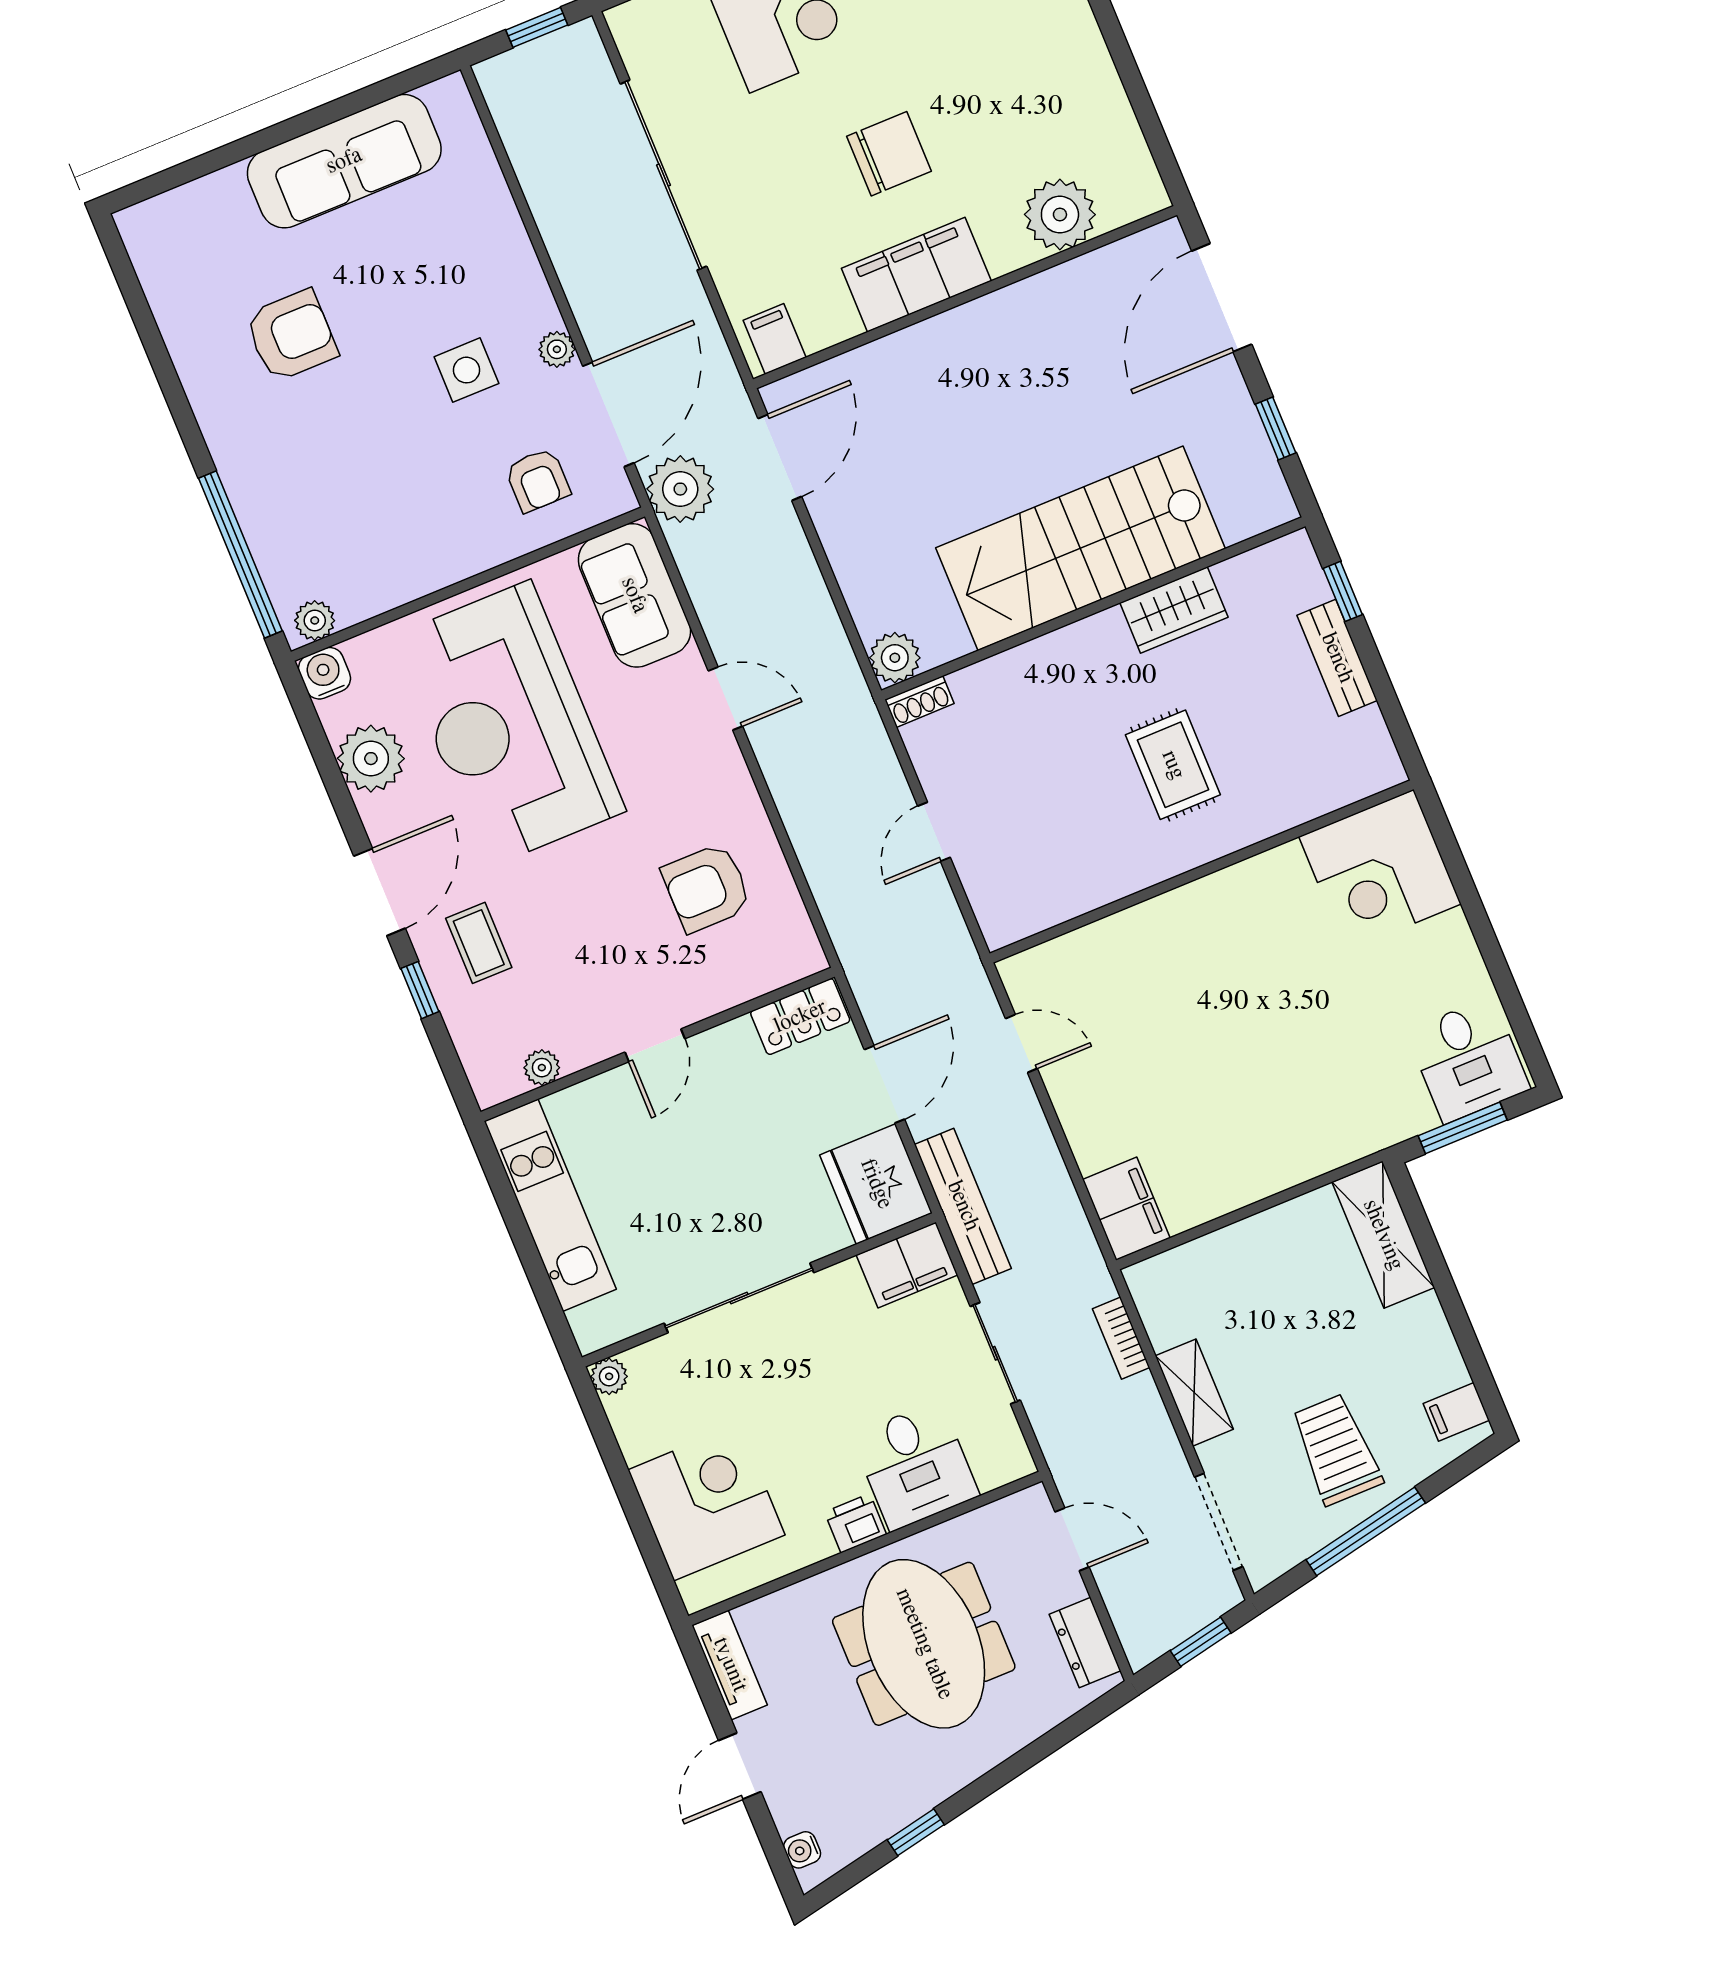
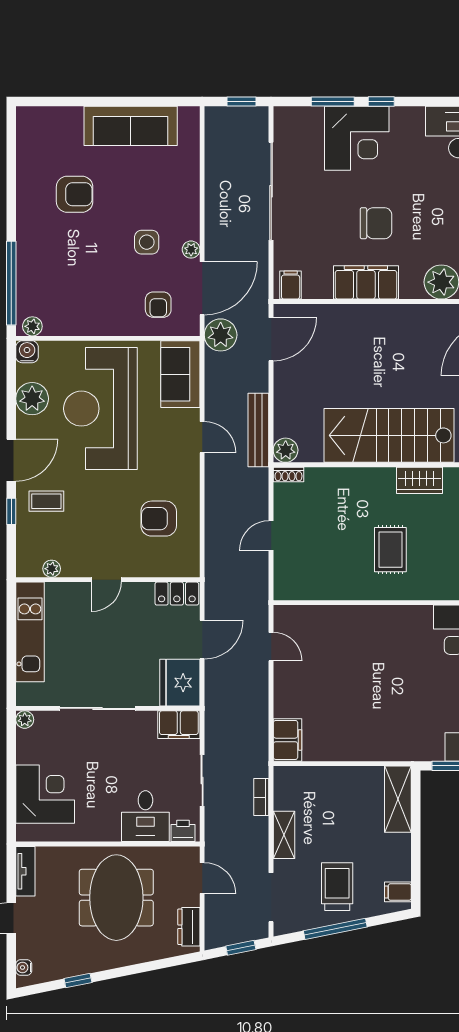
coffee table: (479, 943) -> (46, 501), turned 90
bench: (963, 1206) -> (258, 430), moved
printer: (855, 1523) -> (183, 831), moved

